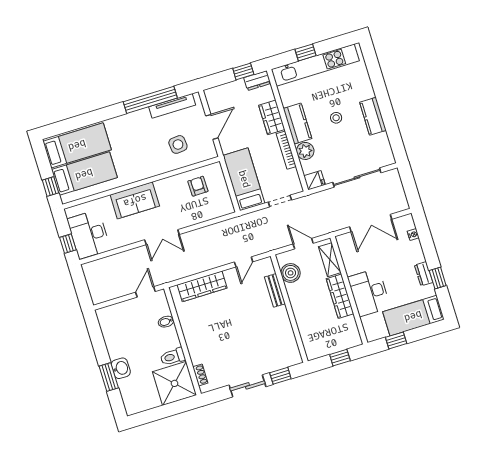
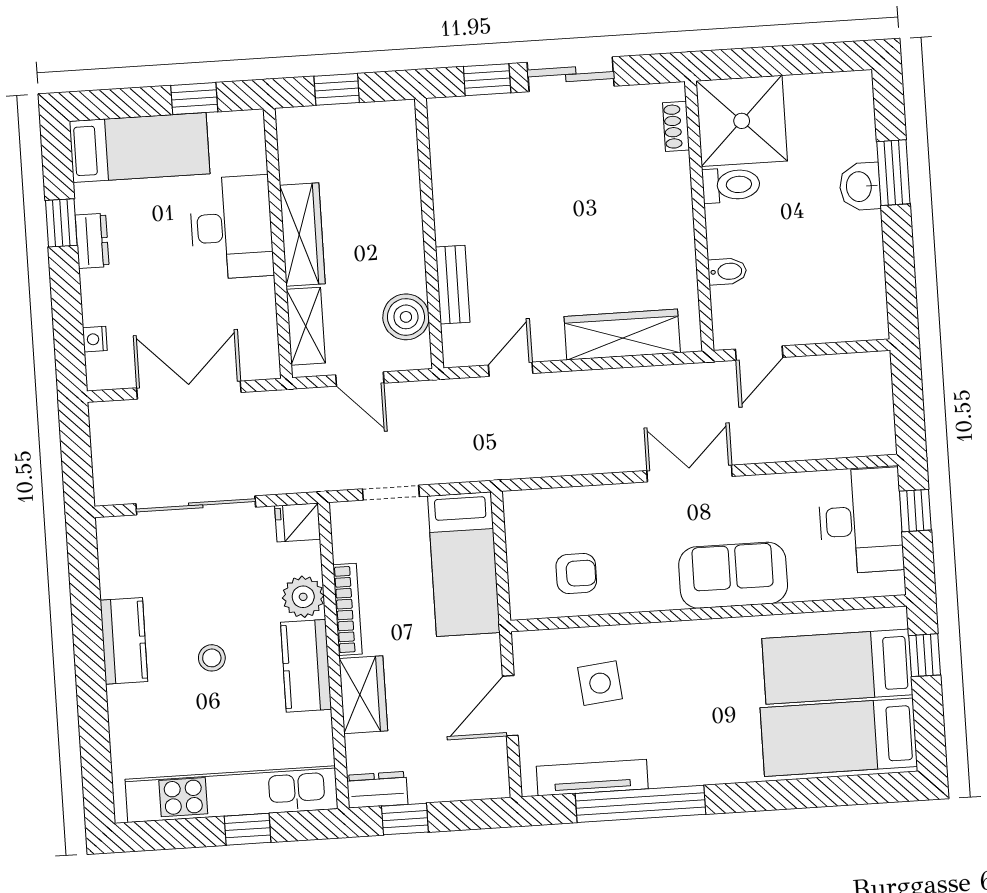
armchair: (198, 186) -> (576, 573), turned -89

